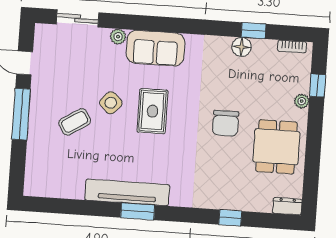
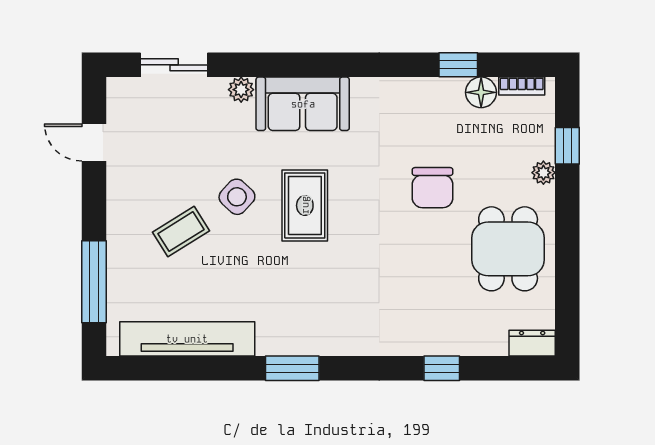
floor lamp: (242, 47) -> (481, 92), moved
window: (21, 114) -> (94, 282), moved
chair: (226, 123) -> (433, 188), moved
tv unit: (127, 192) -> (187, 339), moved

